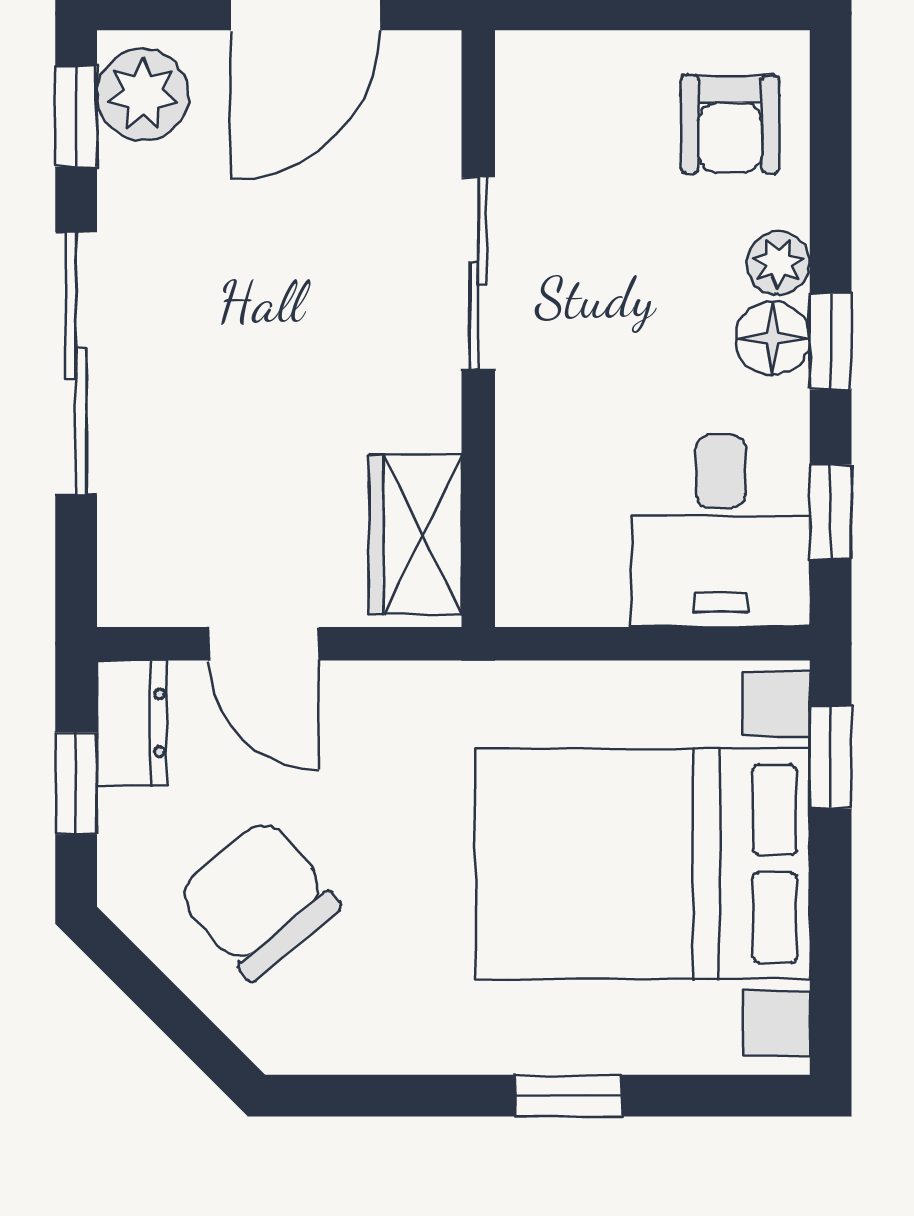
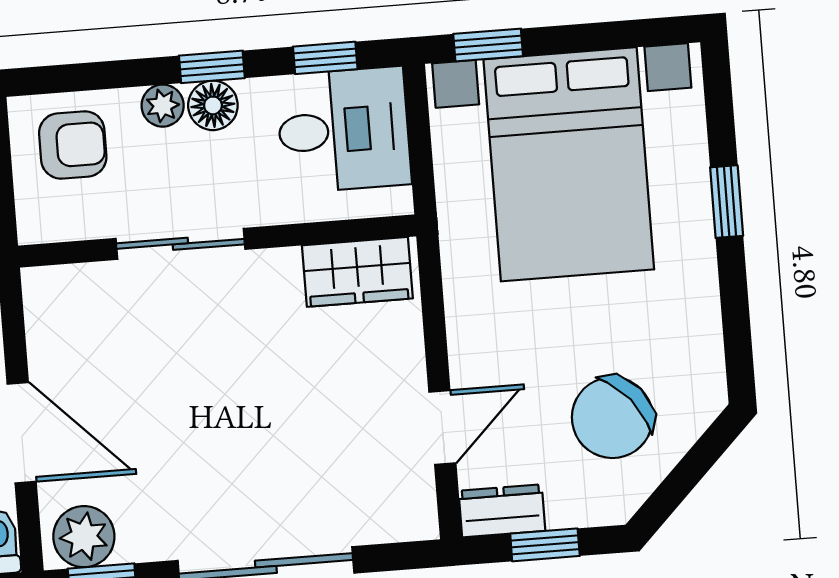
sliding door: (478, 273) -> (180, 244), moved
wall: (478, 329) -> (217, 241), moved
wardrobe: (415, 535) -> (357, 272), moved

